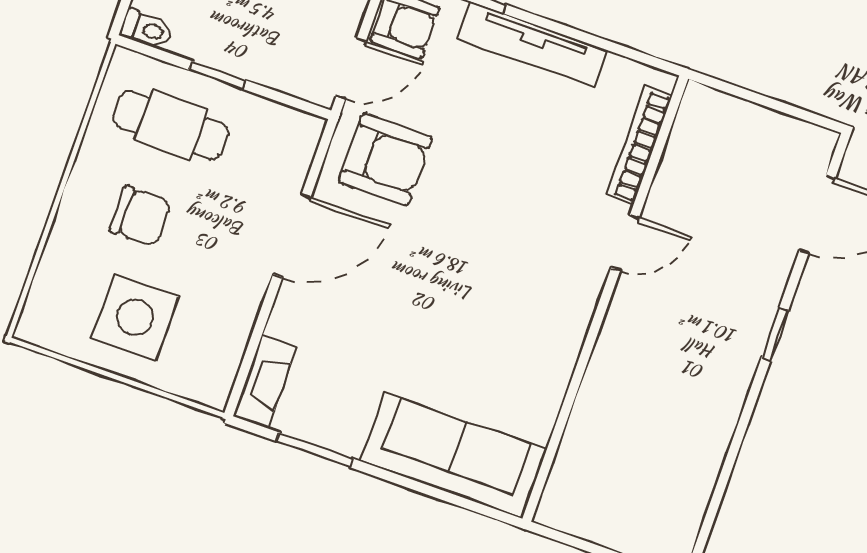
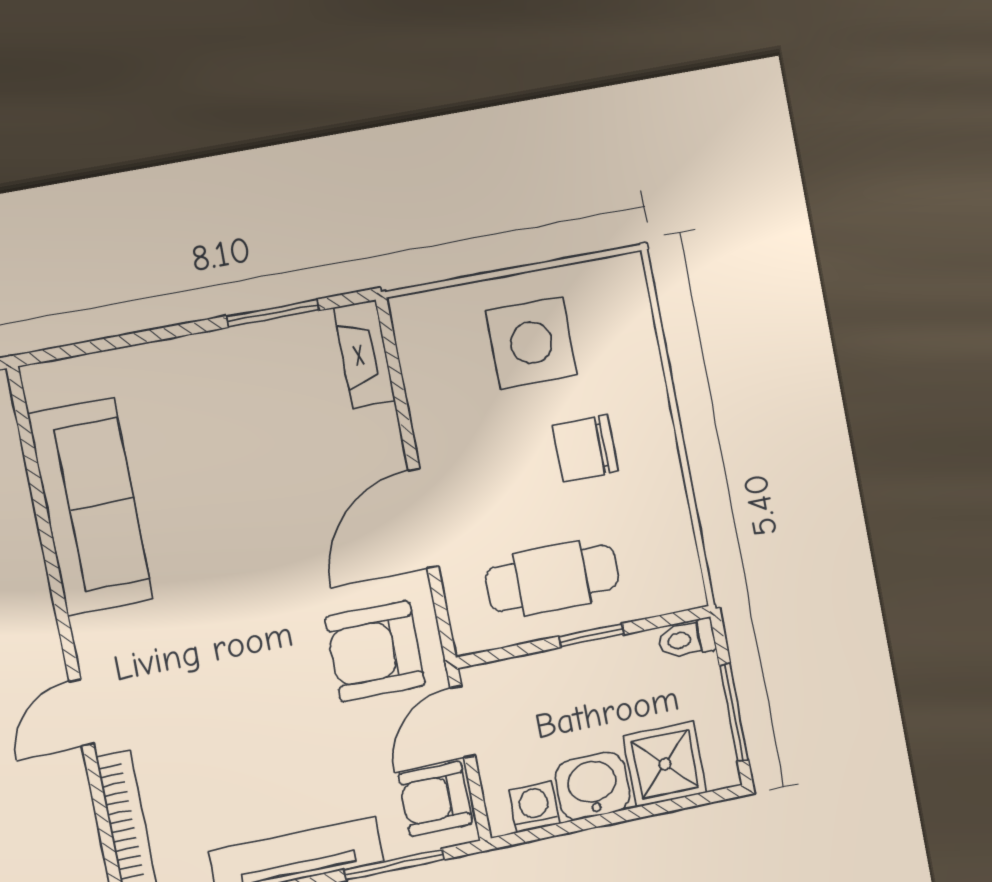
cafe table: (171, 125) -> (552, 578), moved
sofa: (454, 455) -> (90, 507), moved, turned -90

